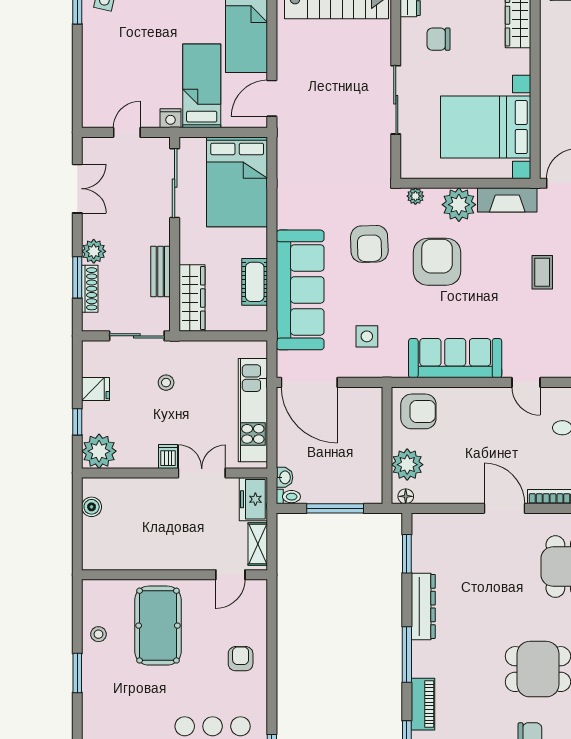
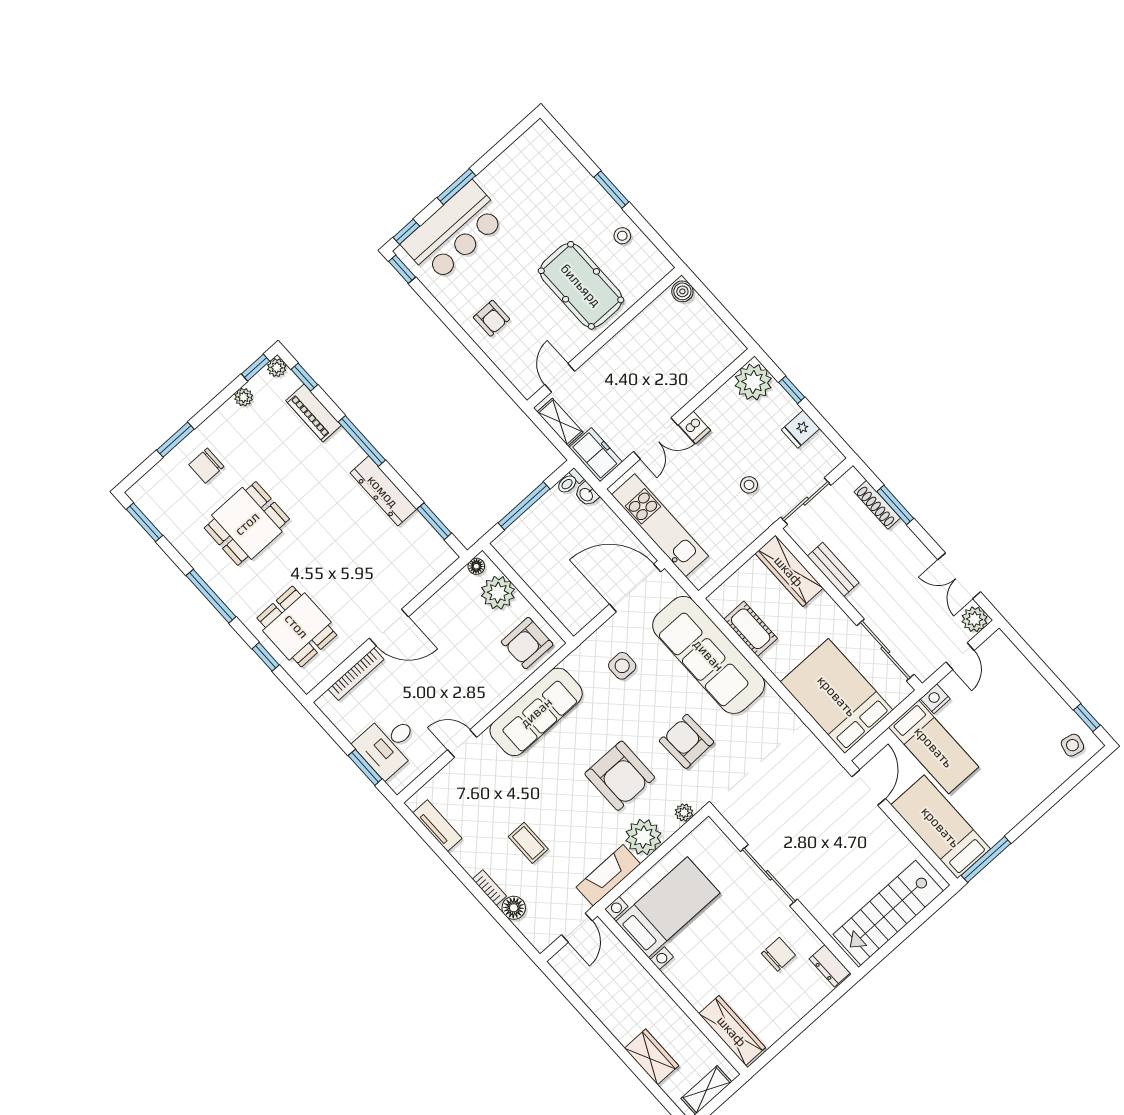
bed with nightstands: (486, 127) -> (668, 907), width x0.73
plant: (94, 251) -> (975, 619), moved
boiler: (92, 507) -> (682, 291), moved

